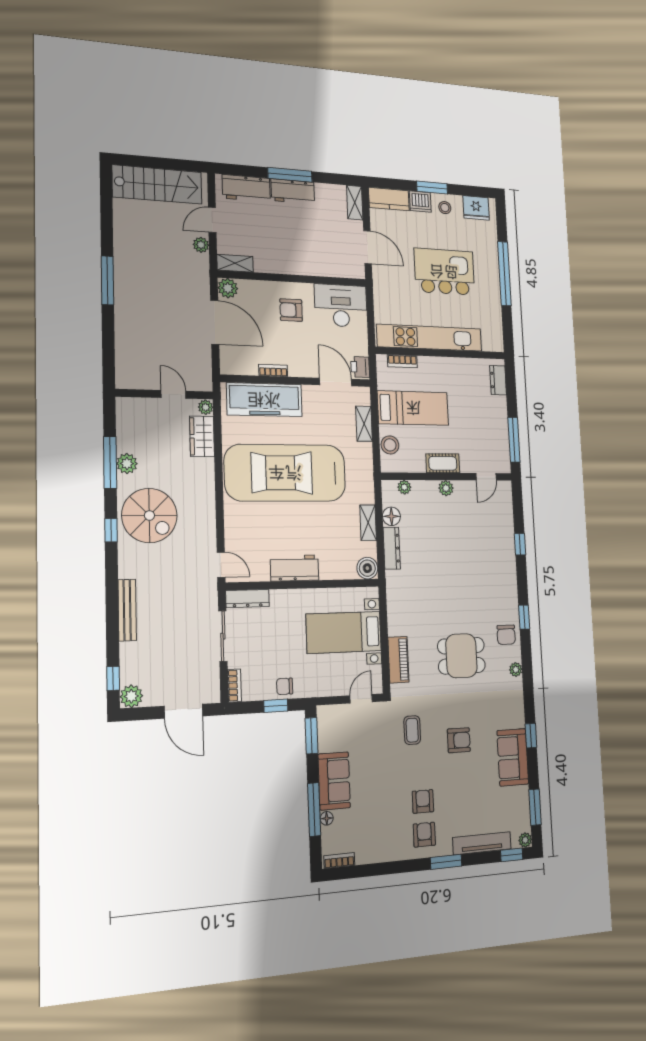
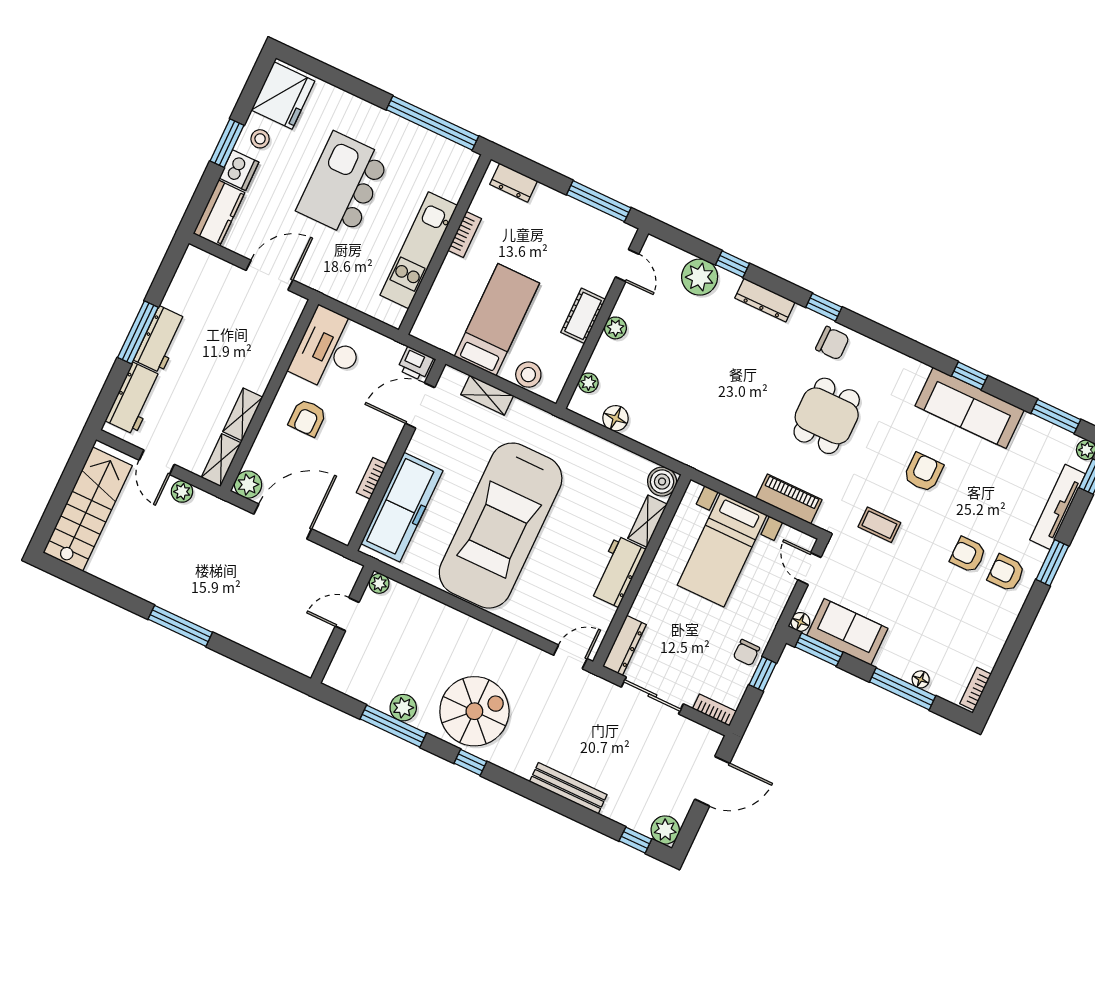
shelving: (355, 203) -> (243, 414), moved, turned 90
fridge: (476, 208) -> (283, 96), width x1.36, depth x1.34
window: (504, 274) -> (432, 123), moved
kitchen unit: (430, 338) -> (419, 250), width x0.73
bookcase: (402, 361) -> (465, 235), moved
wardrobe: (202, 436) -> (412, 605), removed
shelving: (368, 523) -> (647, 521), moved, turned 90
dresser: (392, 548) -> (765, 300), moved, turned 180
plant: (516, 670) -> (700, 277), moved, width x1.88, depth x1.88
floor lamp: (323, 712) -> (800, 622), added
sofa: (513, 757) -> (970, 408), width x1.36
sofa: (334, 781) -> (847, 632), moved

